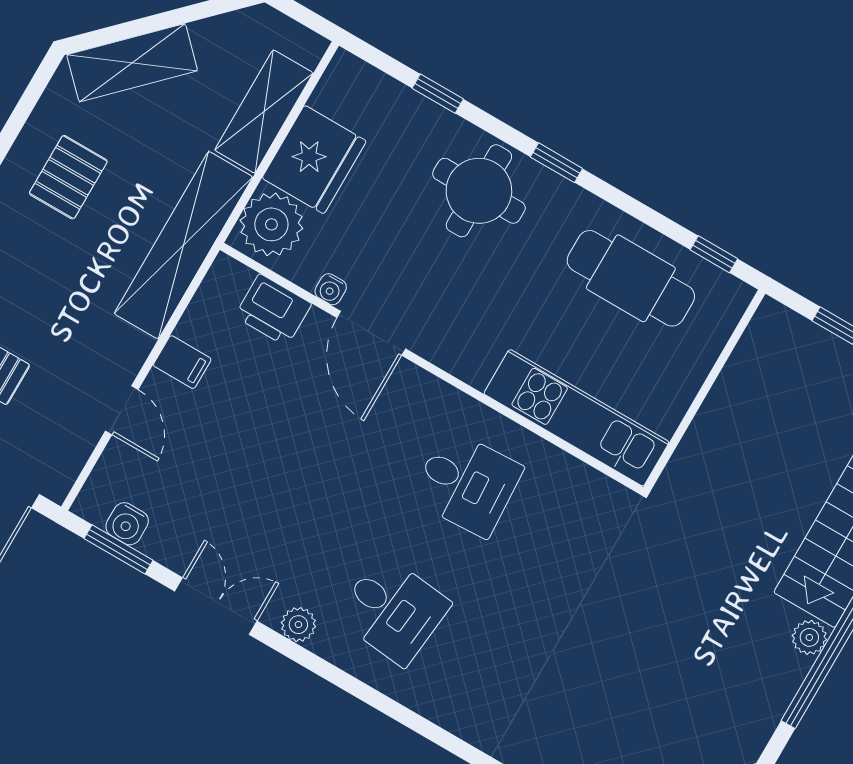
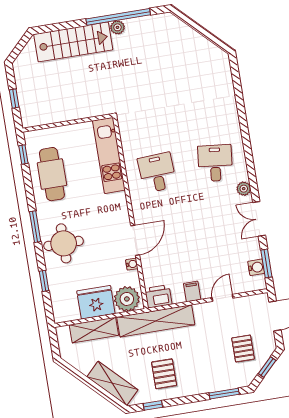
window: (25, 106) -> (153, 405), added
window: (556, 163) -> (35, 227), width x1.50
pallet: (68, 177) -> (164, 374), turned 90
printer: (273, 310) -> (158, 296), moved, turned -90

